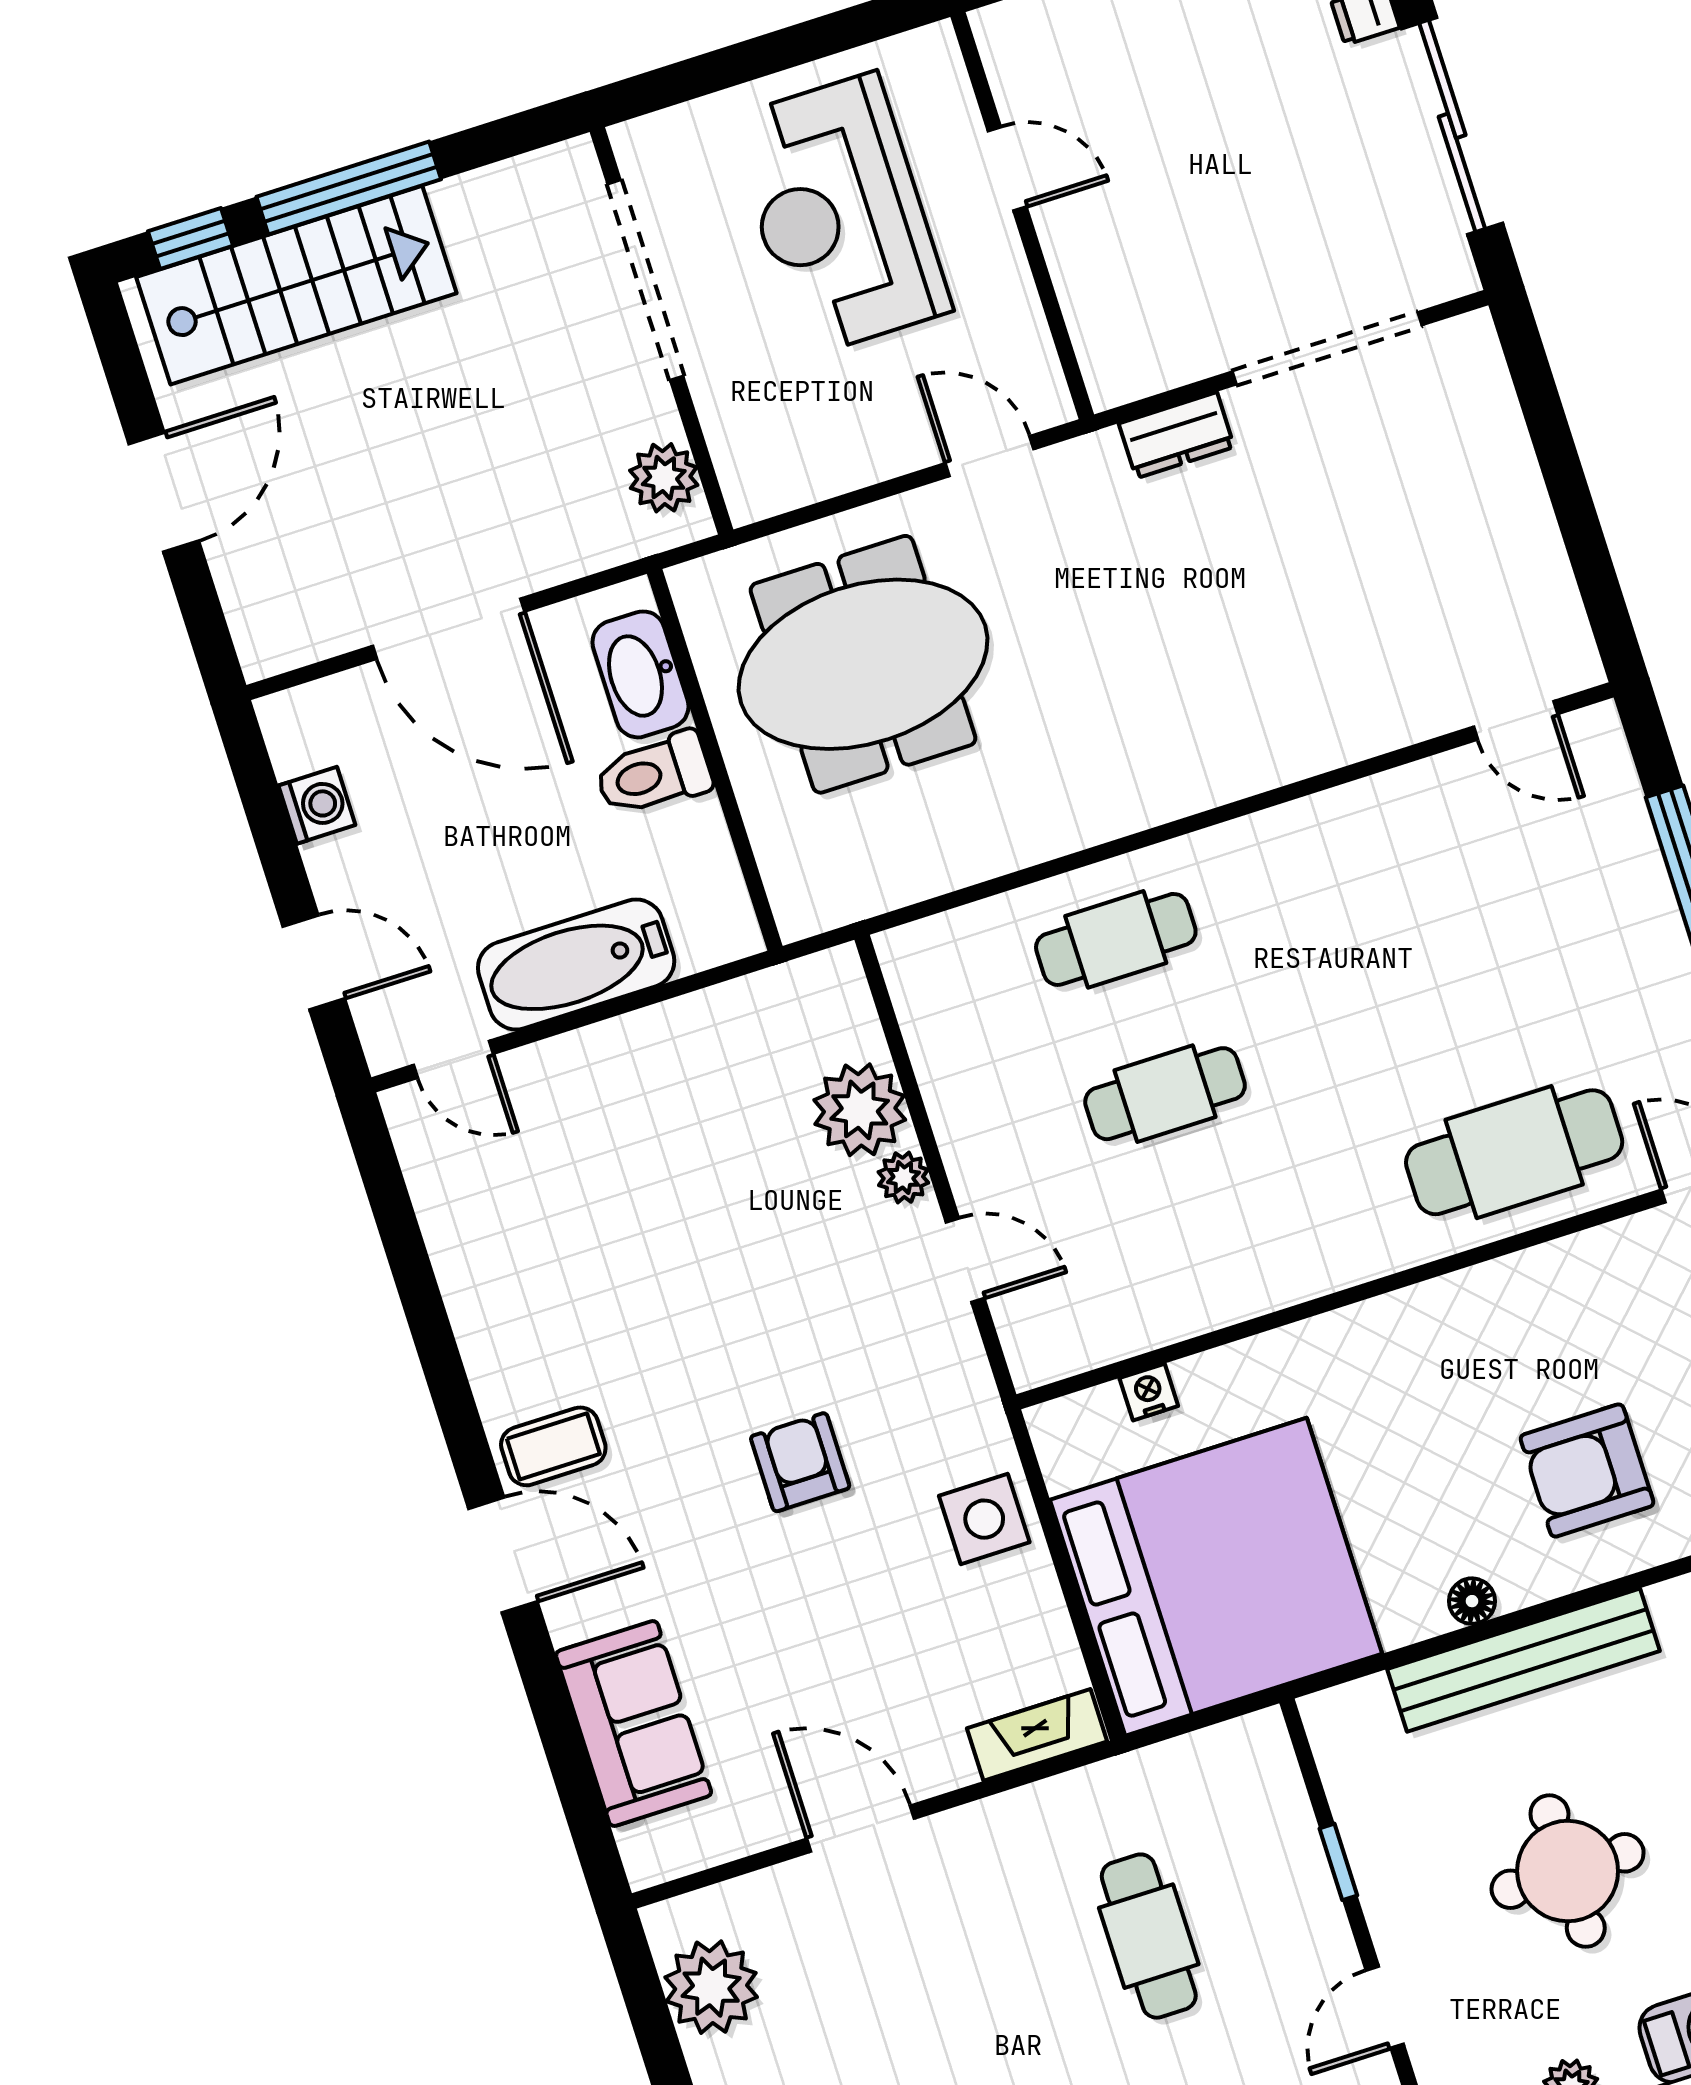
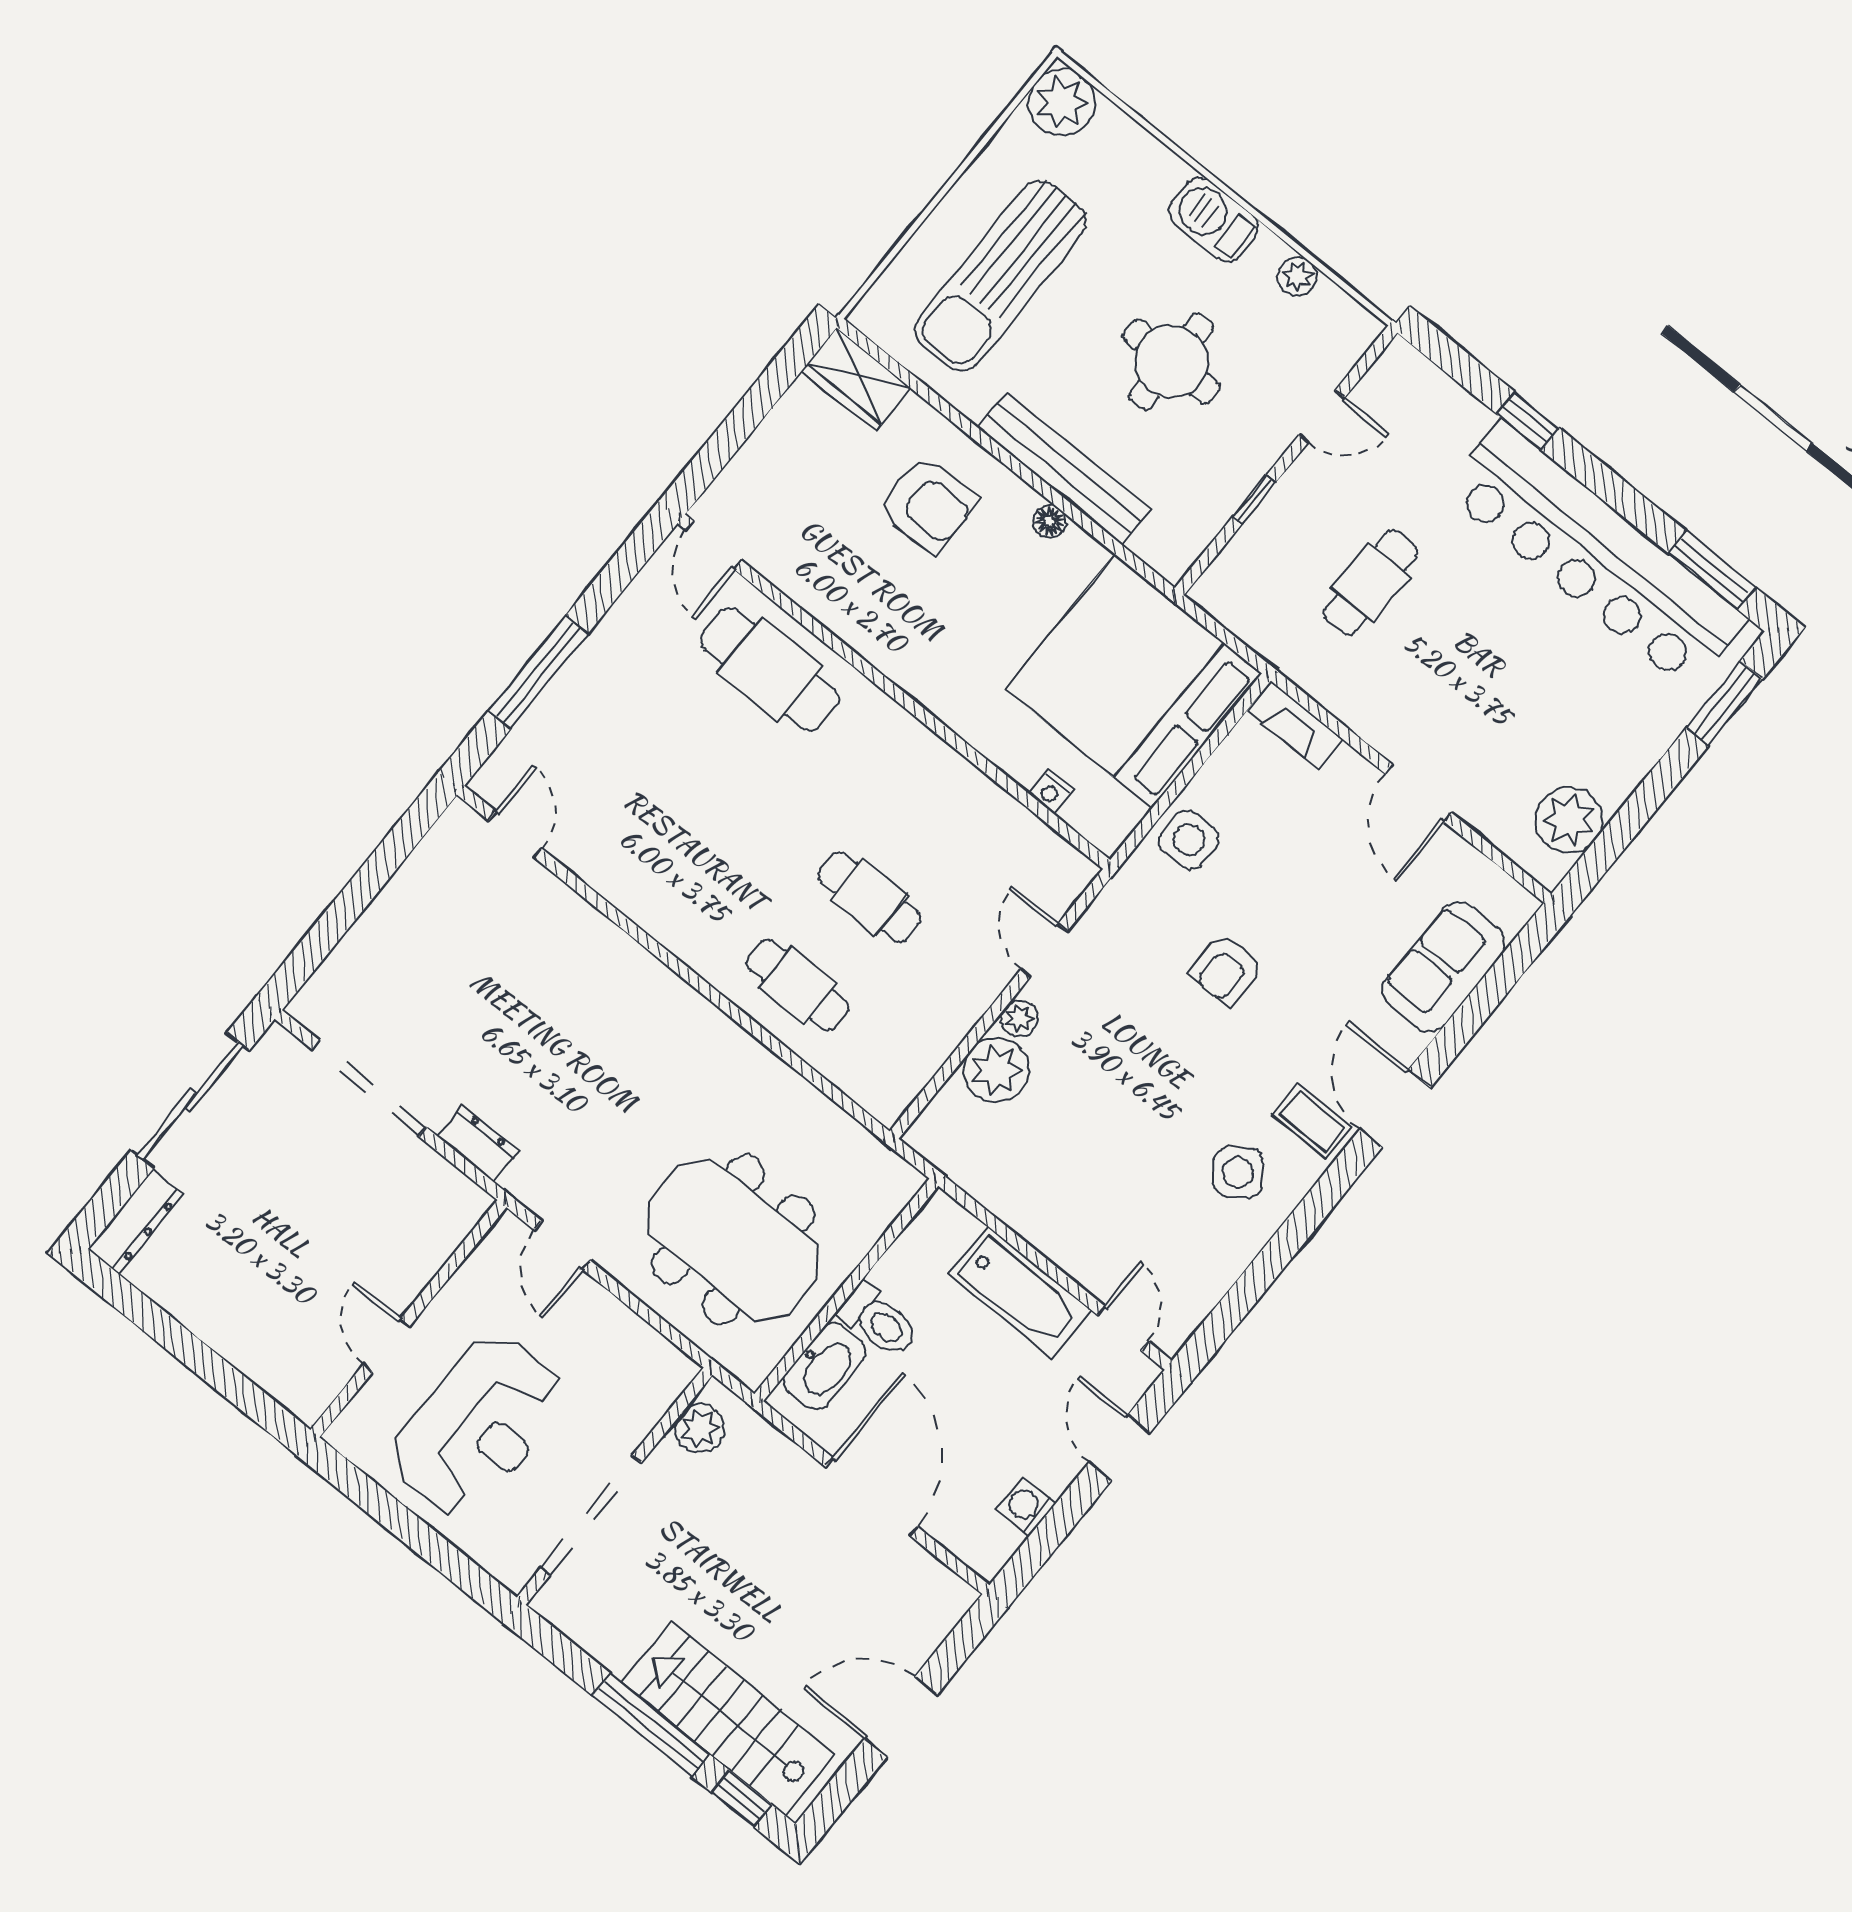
side table: (549, 1318) -> (1238, 1173), added

